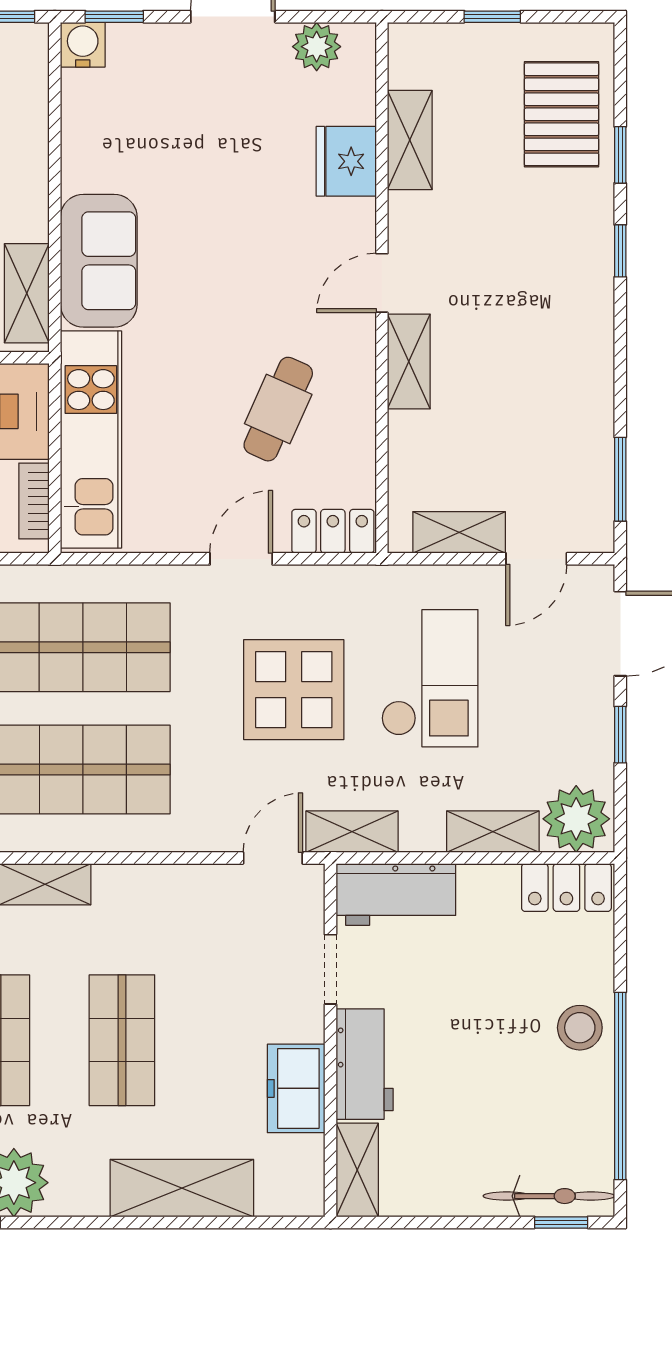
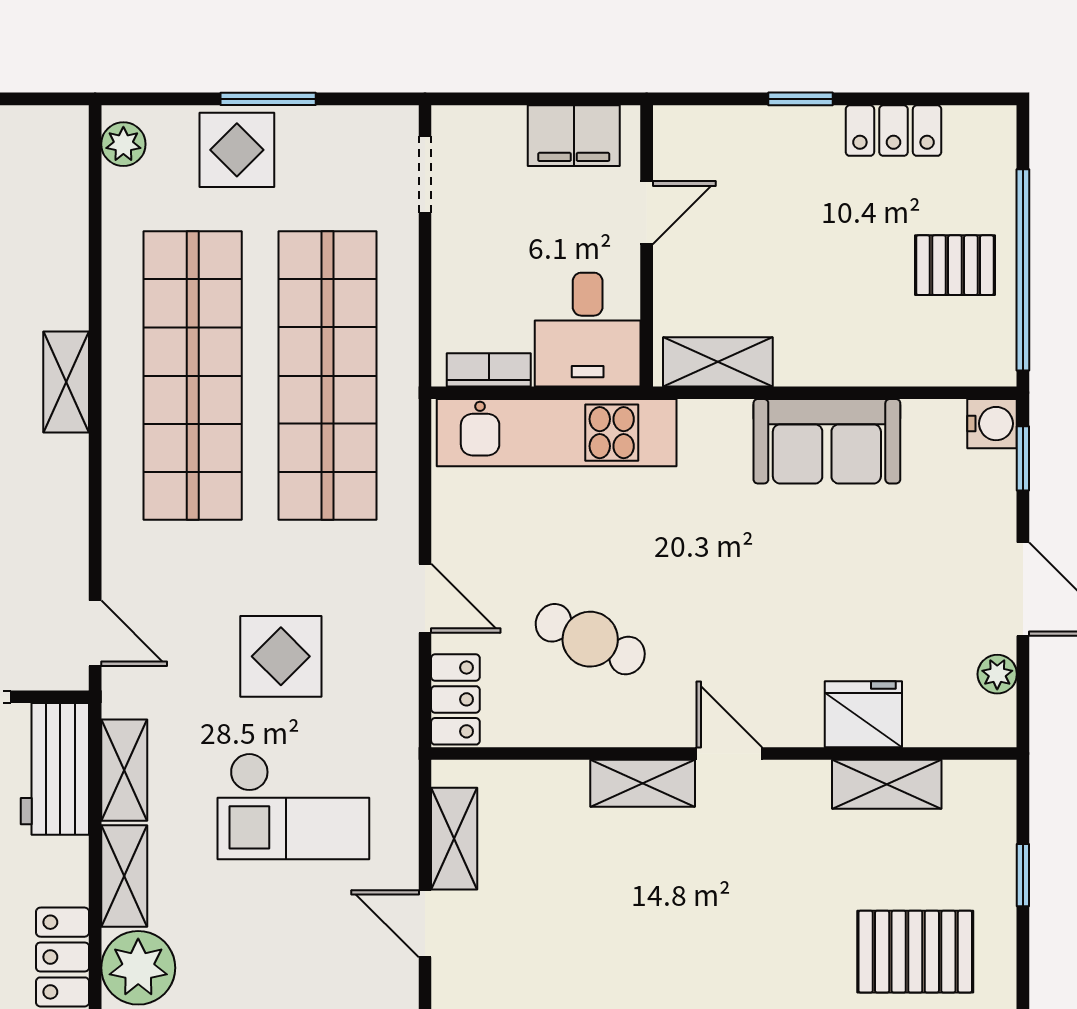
plant: (317, 47) -> (997, 674), width x0.73, depth x0.73
sofa: (99, 261) -> (827, 441), moved
display table: (294, 690) -> (281, 656), width x0.73, depth x0.73
shelving: (352, 832) -> (124, 770), moved

